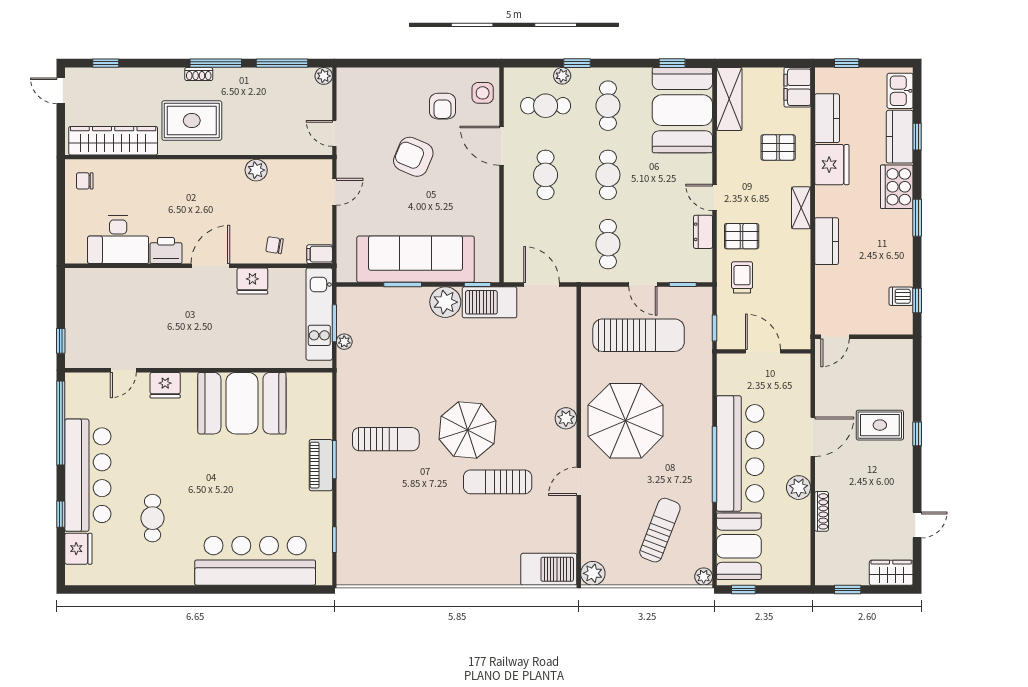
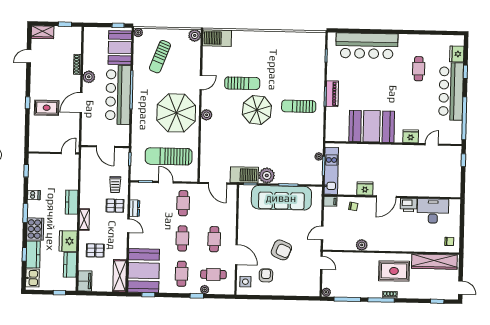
dishwasher: (901, 296) -> (34, 195), moved

